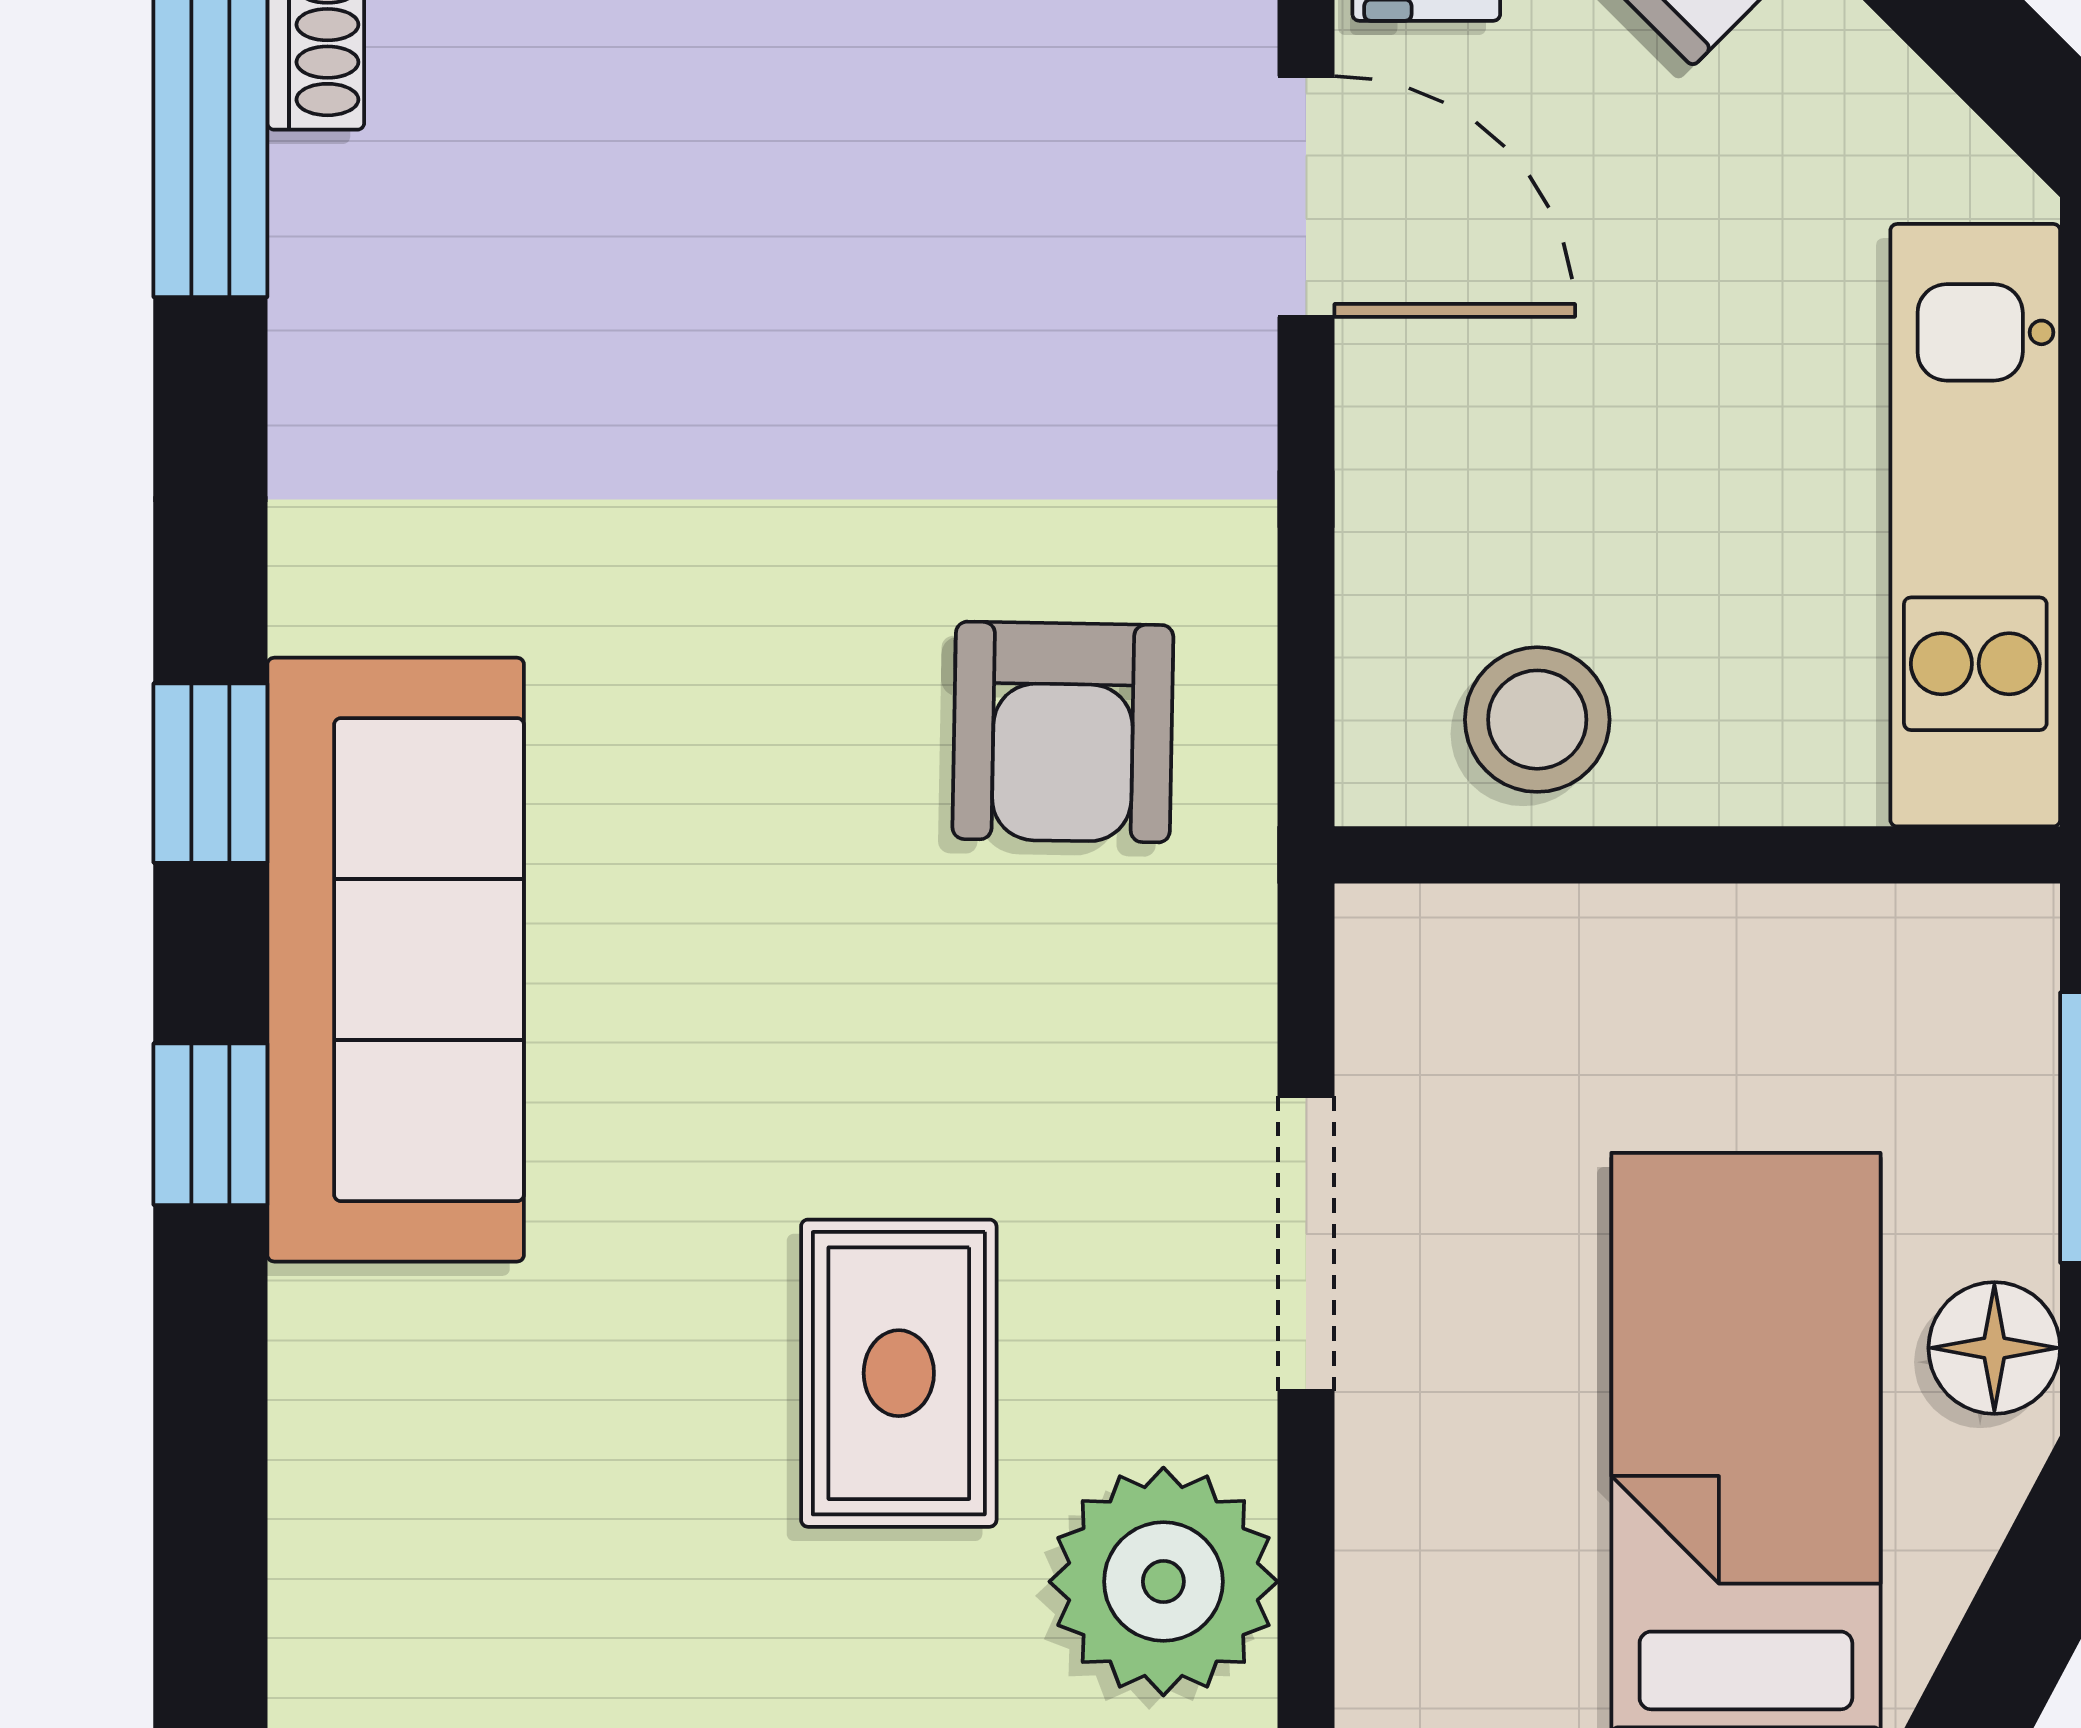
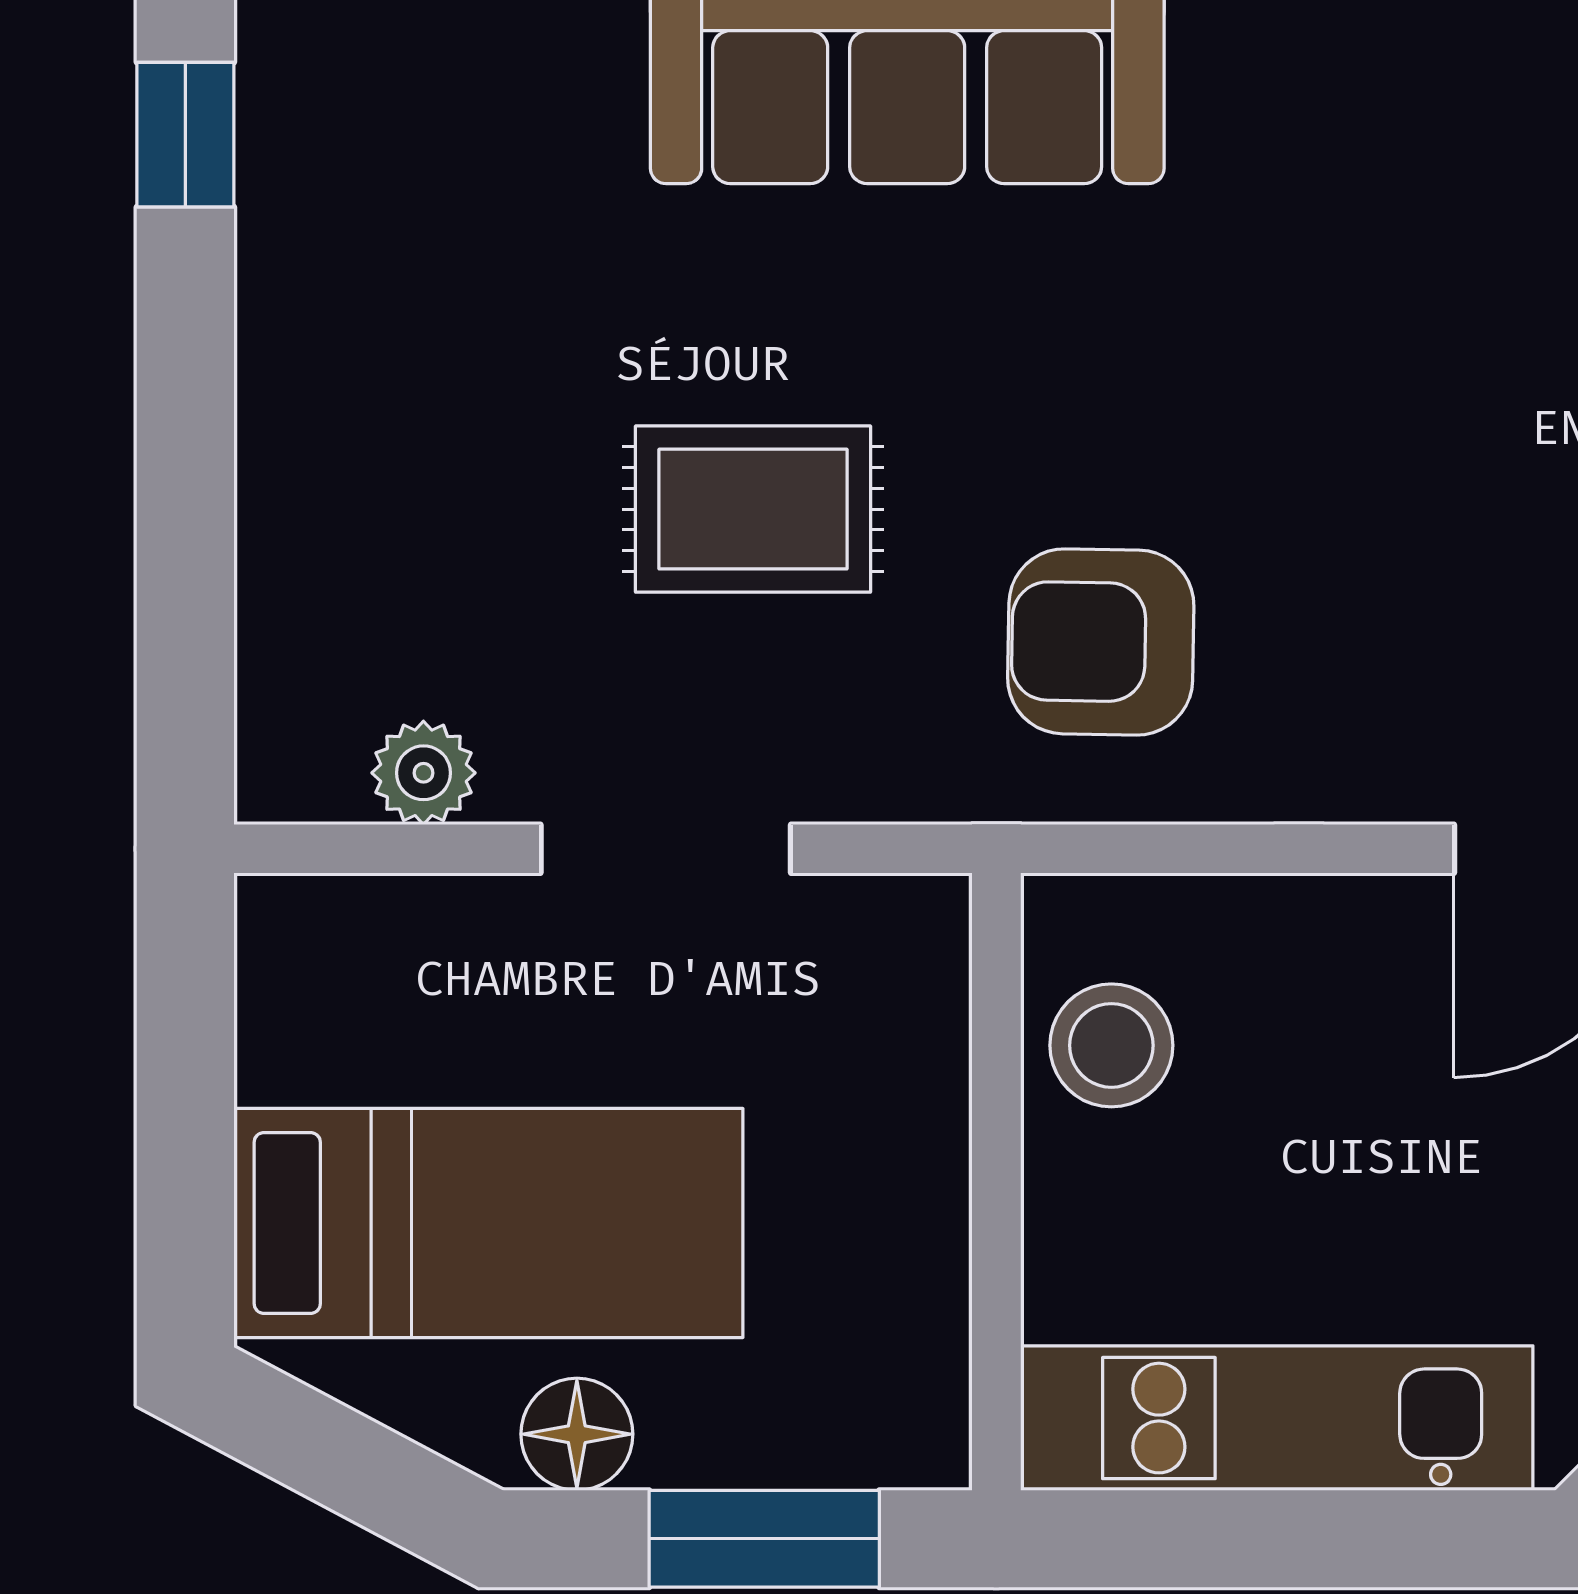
rug: (899, 1373) -> (753, 509), moved
plant: (1163, 1582) -> (423, 773), width x0.53, depth x0.53

